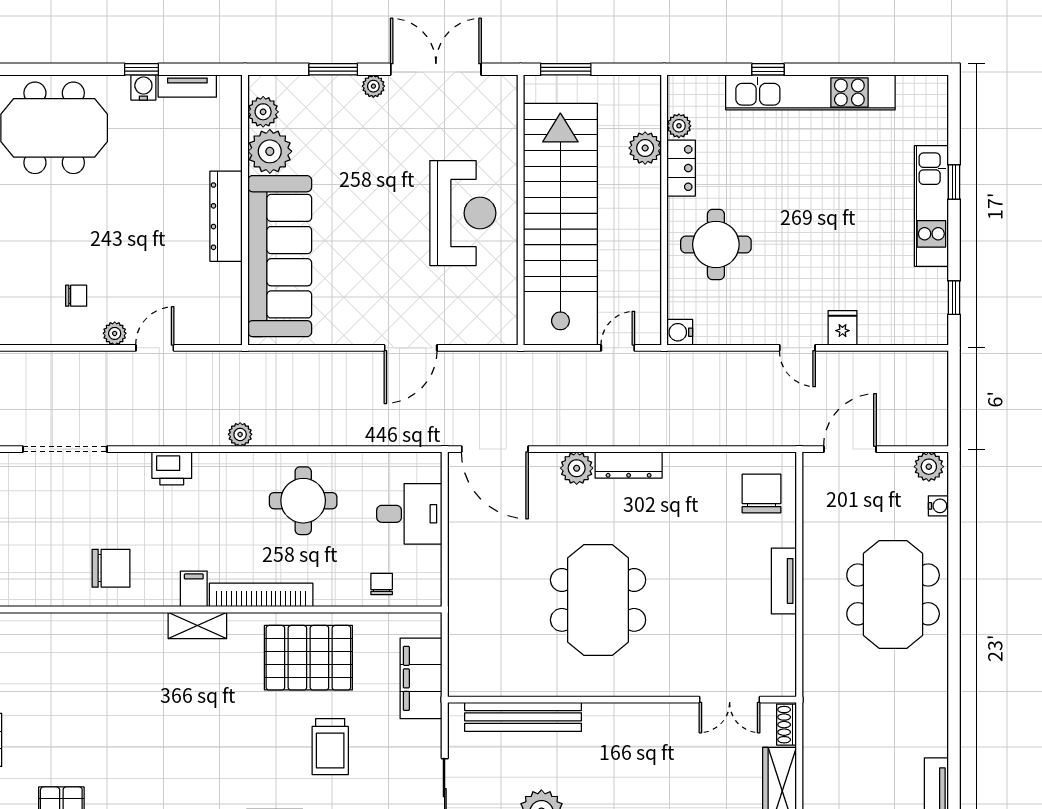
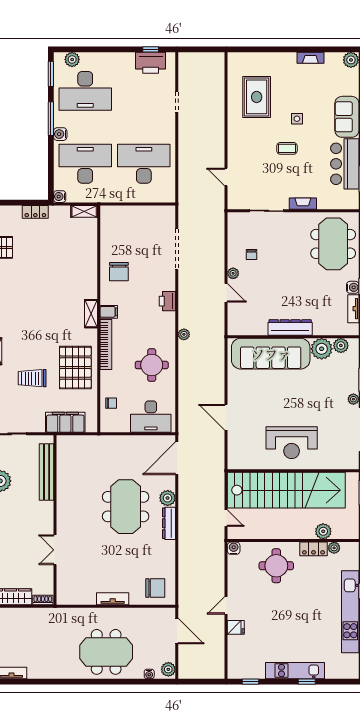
desk: (409, 514) -> (151, 417), width x1.37
meeting table: (598, 600) -> (126, 507), moved, turned 90
double door: (730, 700) -> (55, 550), moved

